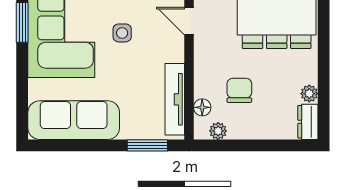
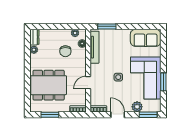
door: (189, 21) -> (88, 83), swing flipped
sofa: (74, 120) -> (146, 38), width x0.73

